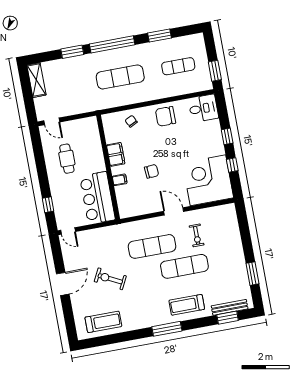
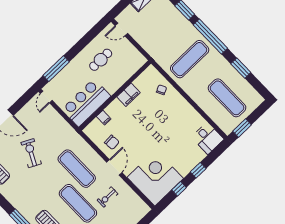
exercise mat: (178, 66) -> (227, 98), width x1.36, depth x1.45
exercise mat: (120, 77) -> (190, 59), turned 90
chair: (165, 116) -> (182, 113), removed
door: (52, 121) -> (121, 29), hinge flipped
chair: (152, 171) -> (112, 142), moved
filing cabinet: (120, 180) -> (104, 118), moved
window: (48, 205) -> (56, 69), width x2.17

